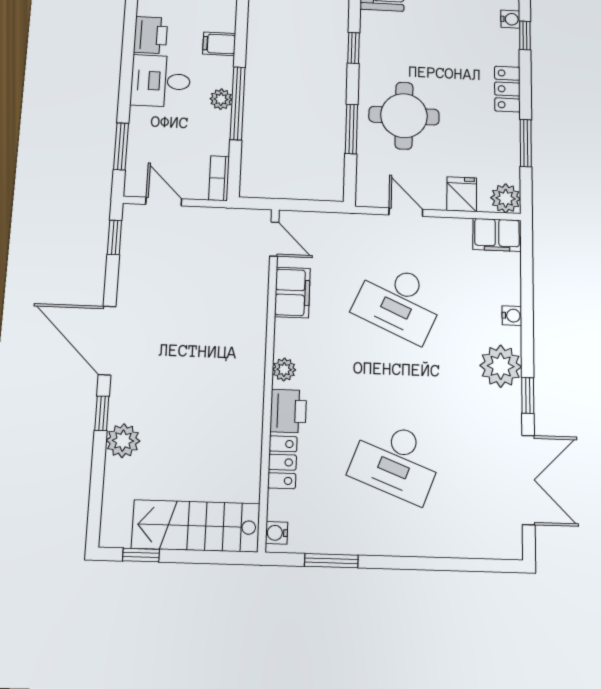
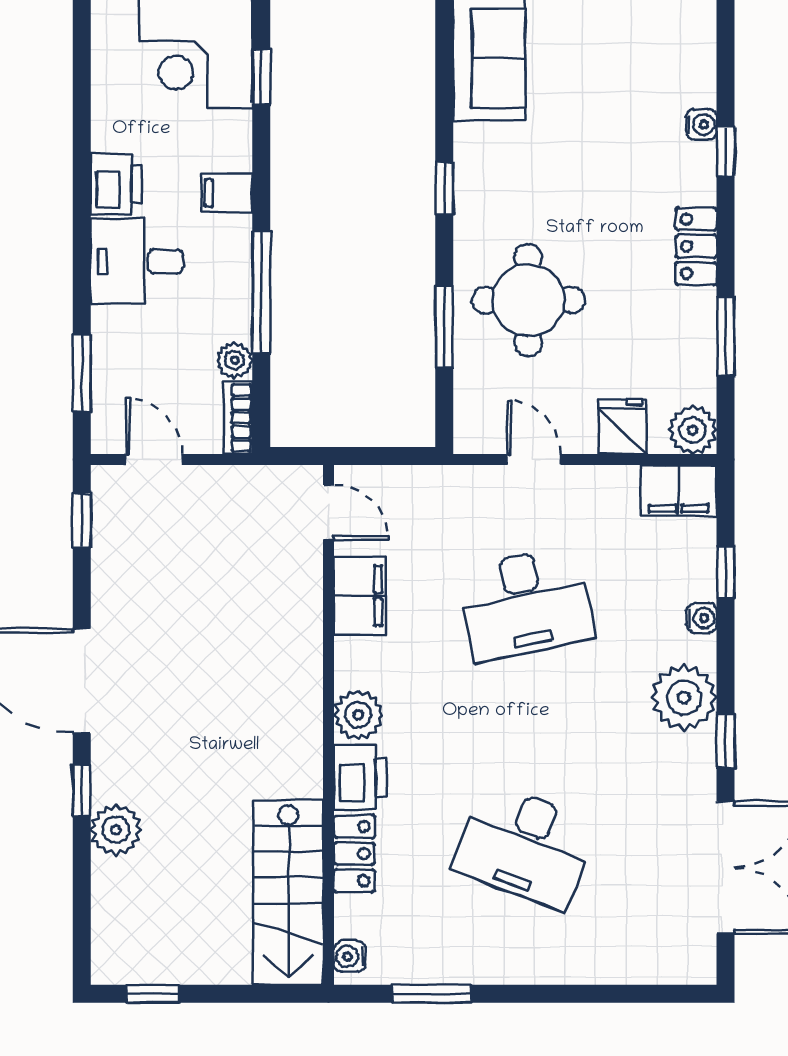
plant: (221, 99) -> (235, 360), moved
window: (527, 287) -> (726, 572), added
desk: (399, 302) -> (525, 604), turned -36
plant: (284, 369) -> (358, 715), width x1.38, depth x1.38
stairs: (196, 526) -> (288, 892), moved, turned -90

